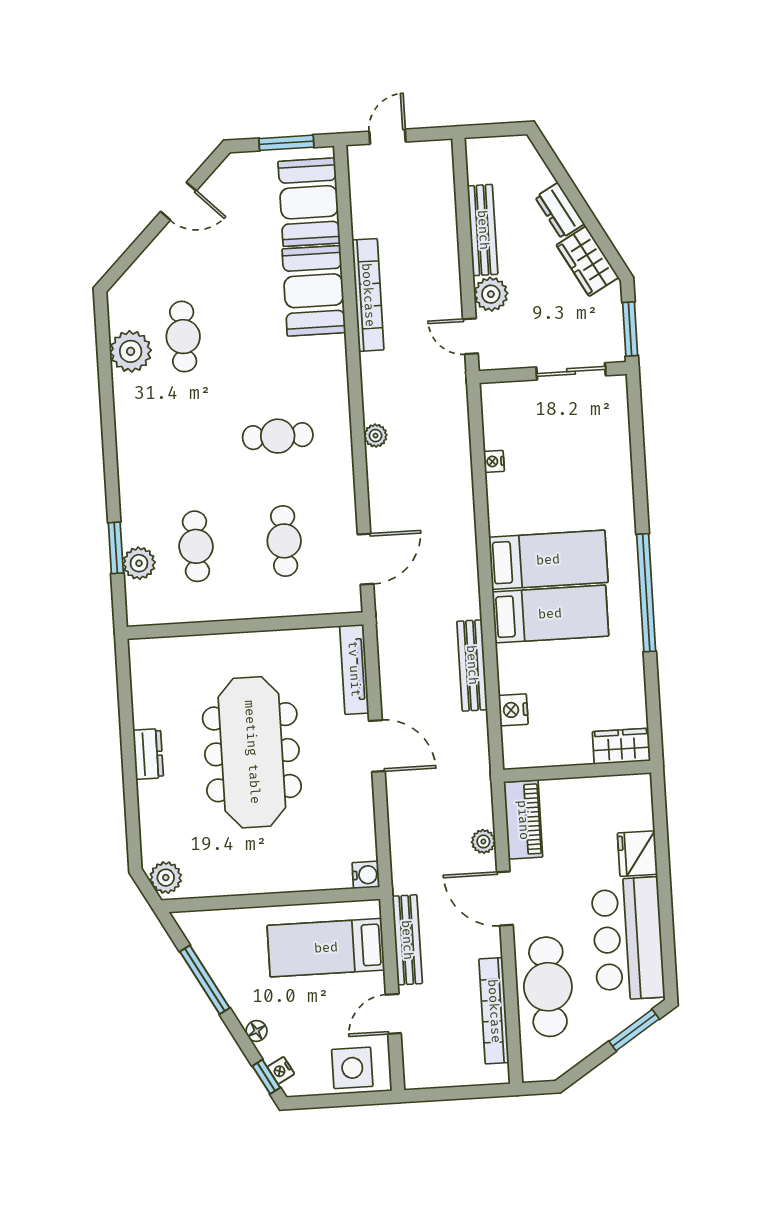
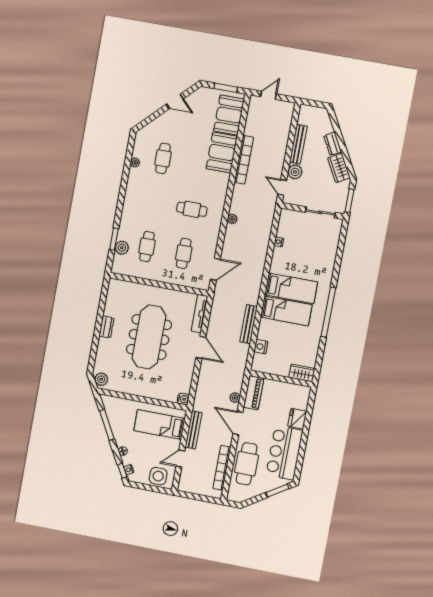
plant: (131, 351) -> (135, 163), width x0.53, depth x0.53

